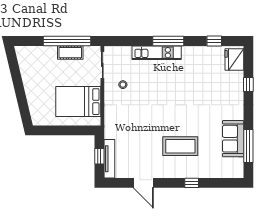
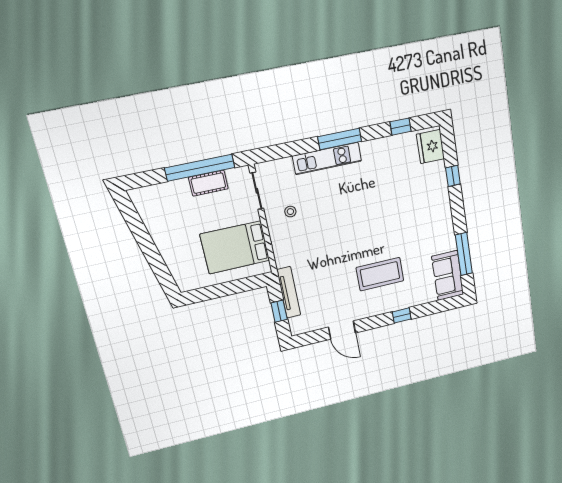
sofa: (233, 139) -> (448, 275), moved
tv unit: (109, 159) -> (289, 292), moved

